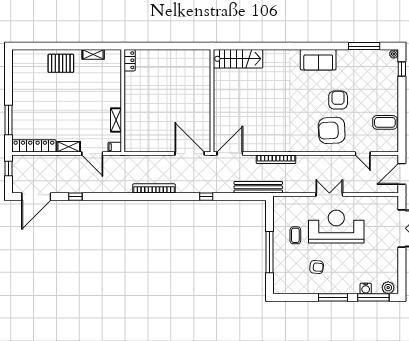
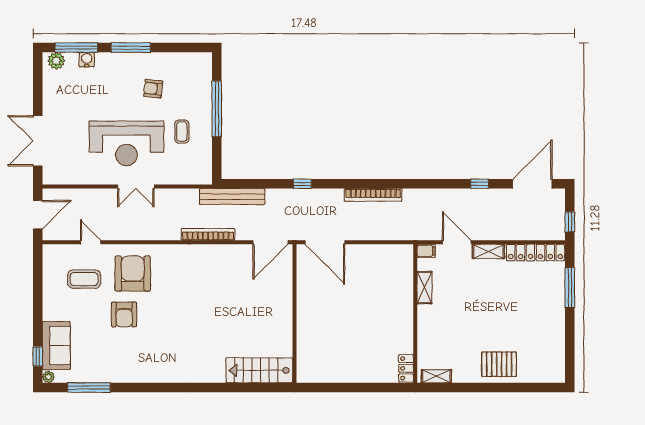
shelving: (93, 54) -> (436, 376), moved
sofa: (318, 60) -> (56, 346), moved, turned 90
coffee table: (385, 122) -> (84, 279), moved
armchair: (332, 130) -> (133, 273), turned -87

